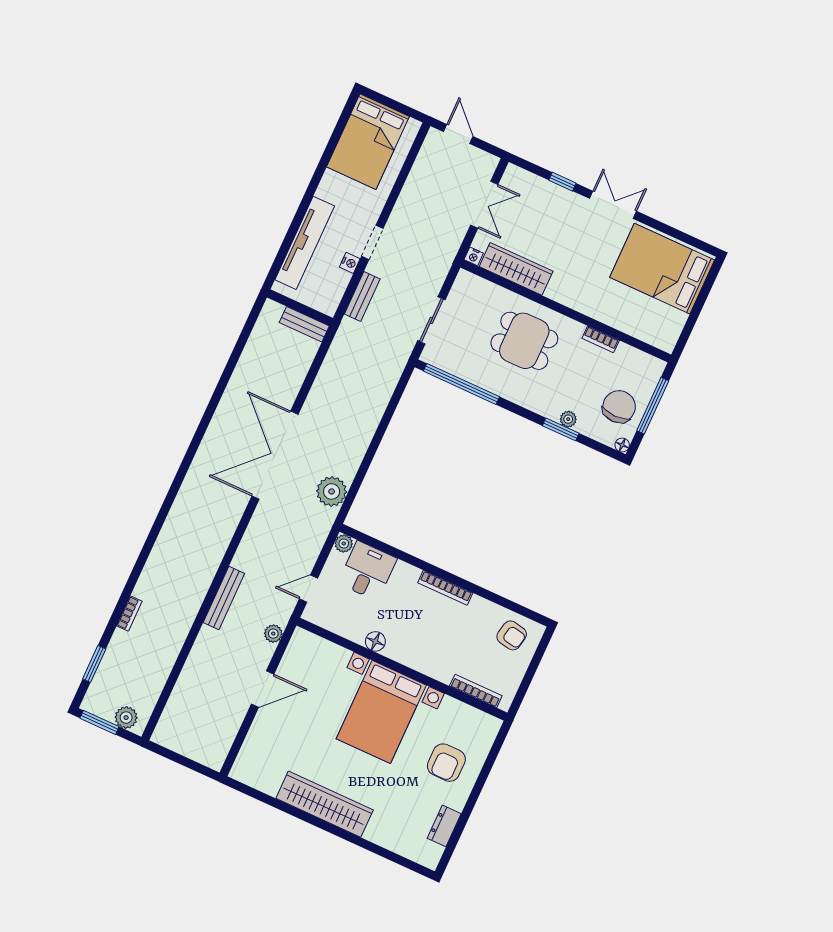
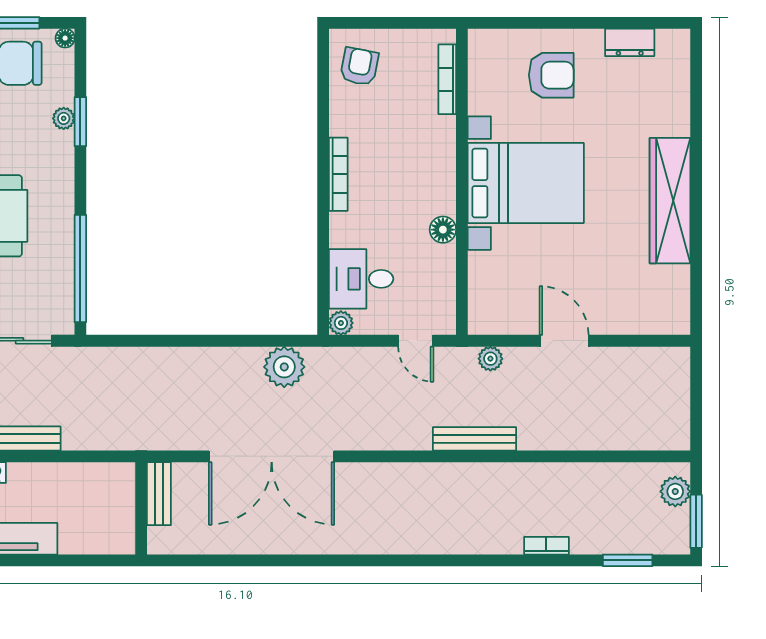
wall: (300, 308) -> (141, 508), moved
bench: (304, 324) -> (159, 494), moved

